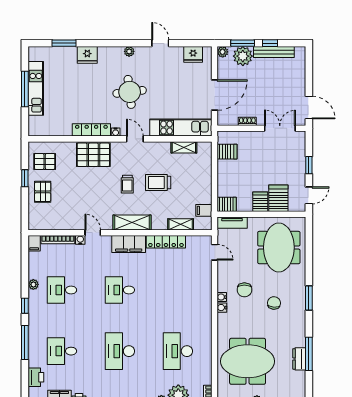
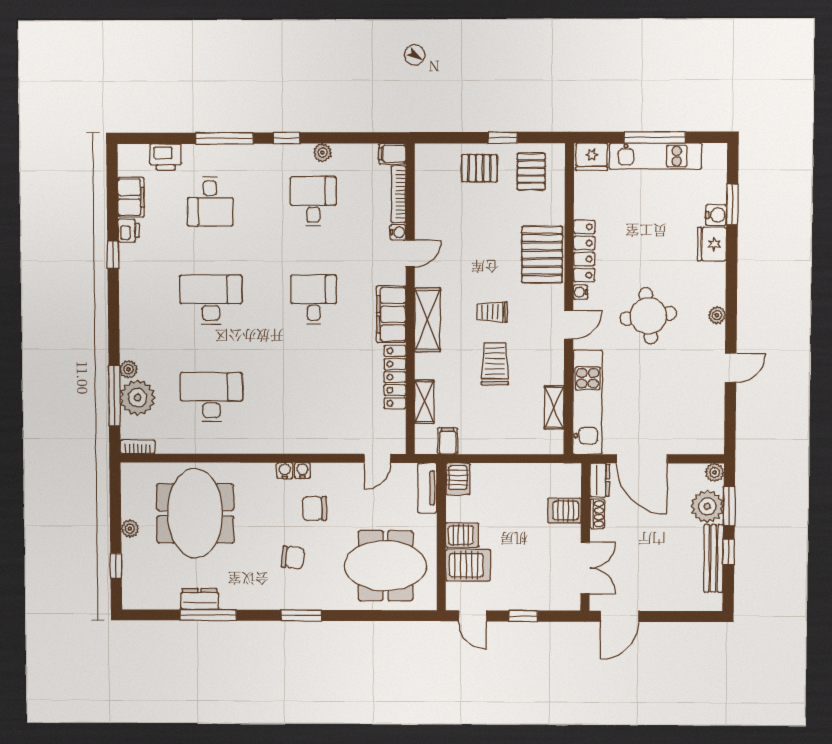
water cooler: (70, 52) -> (716, 215), added
fridge: (193, 54) -> (592, 157), moved, turned -90
dresser: (227, 120) -> (600, 480), added
server rack: (227, 152) -> (564, 511), moved, turned 90
desk: (62, 351) -> (210, 201), turned 180

